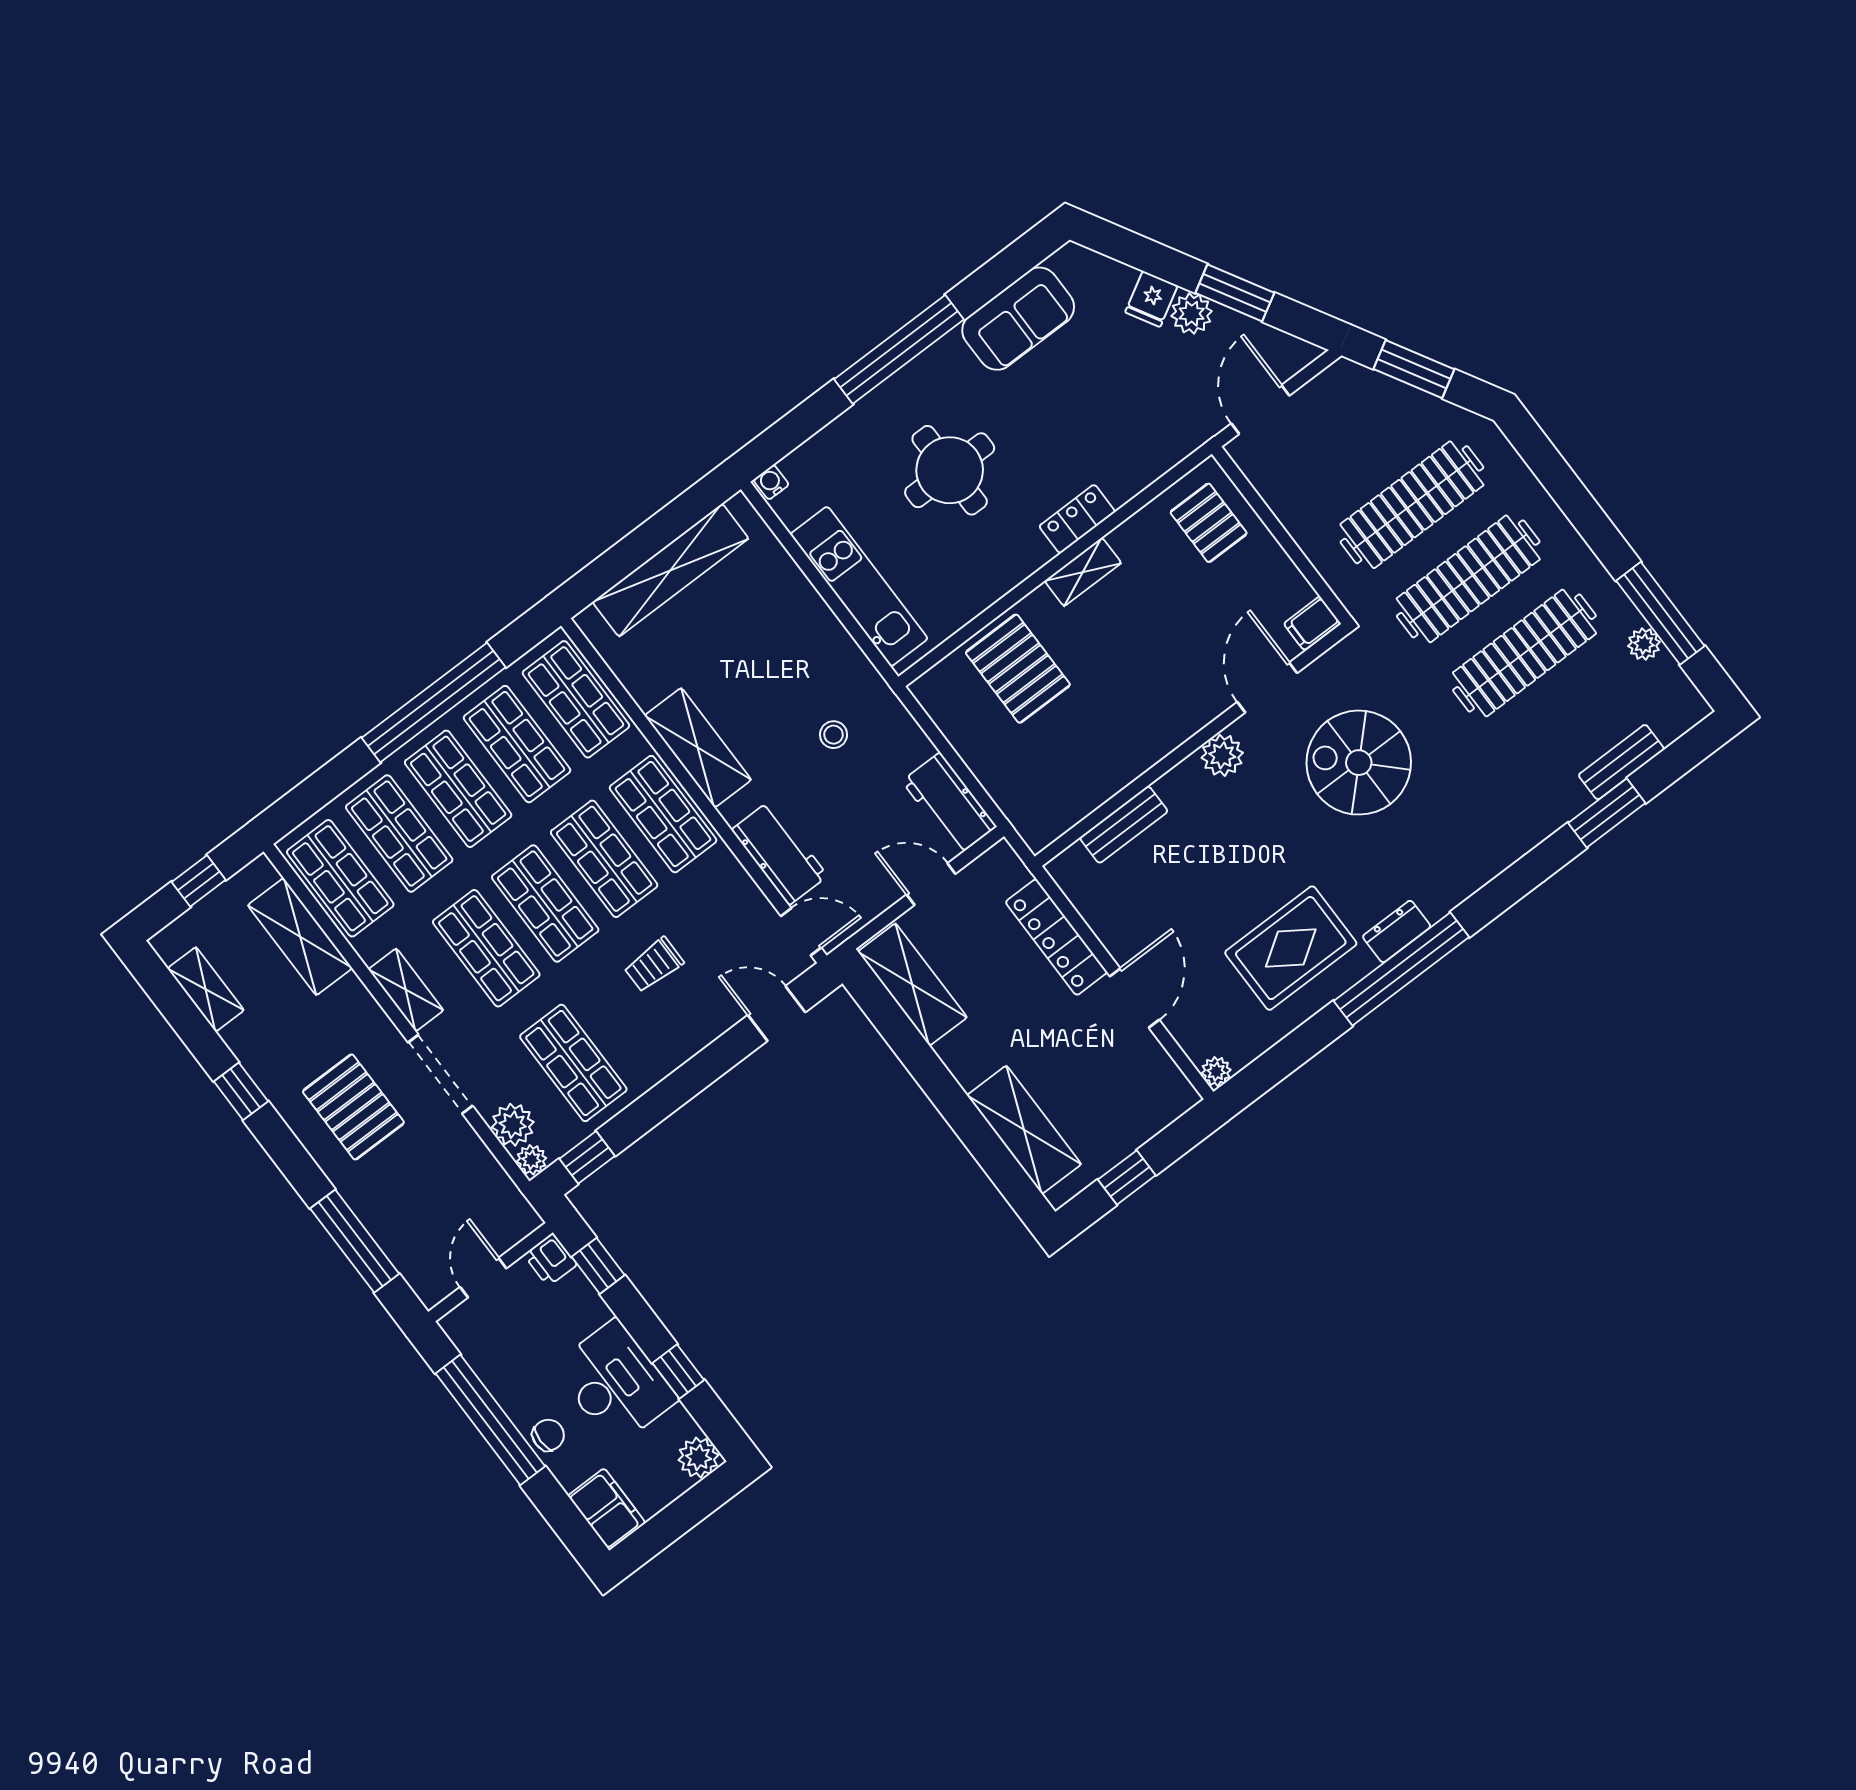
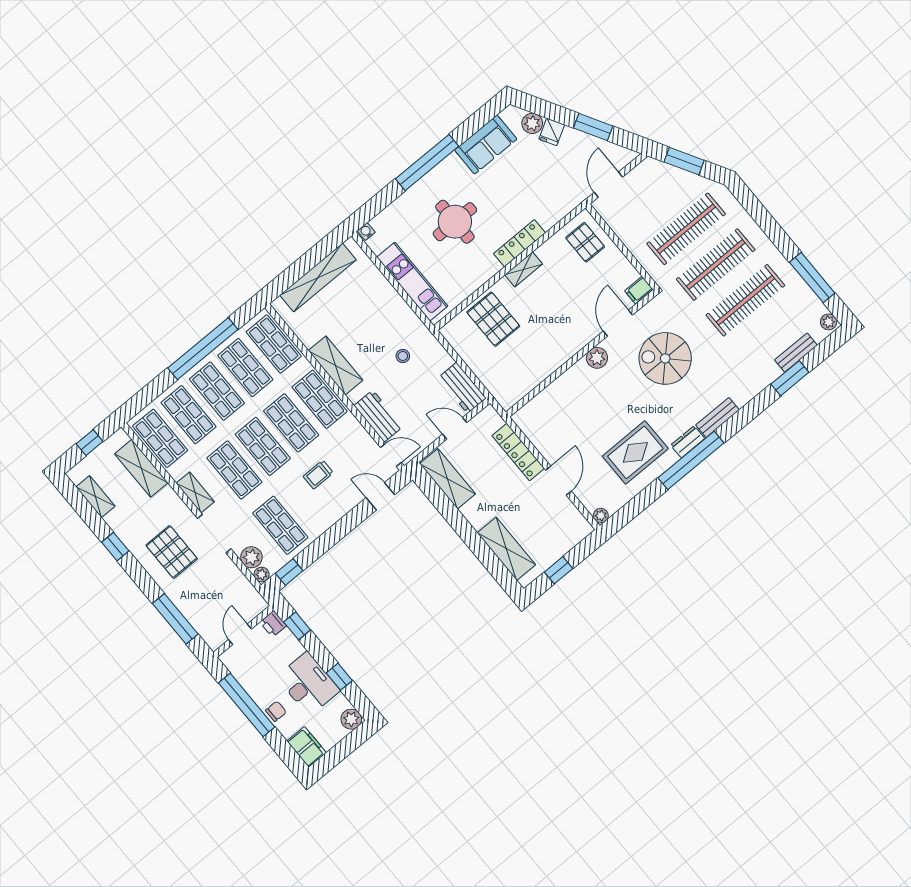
plant: (1192, 314) -> (532, 123), moved
locker: (1077, 519) -> (520, 243), width x1.53
plant: (1644, 644) -> (829, 322), moved
bench: (1124, 825) -> (718, 417), moved

